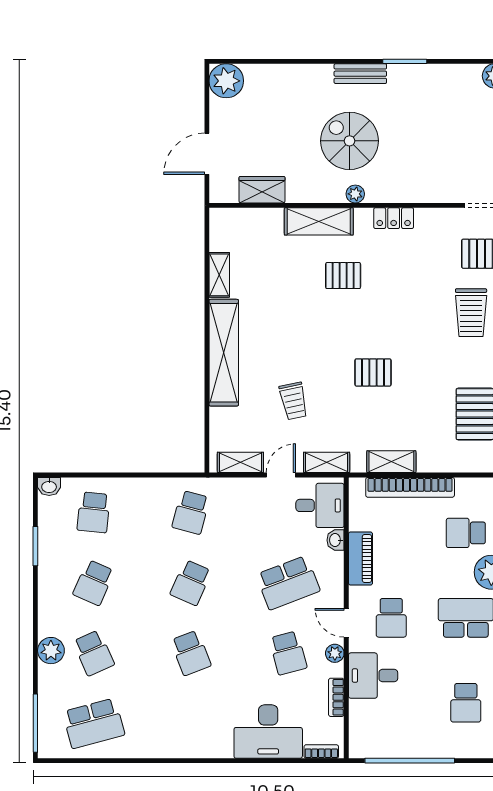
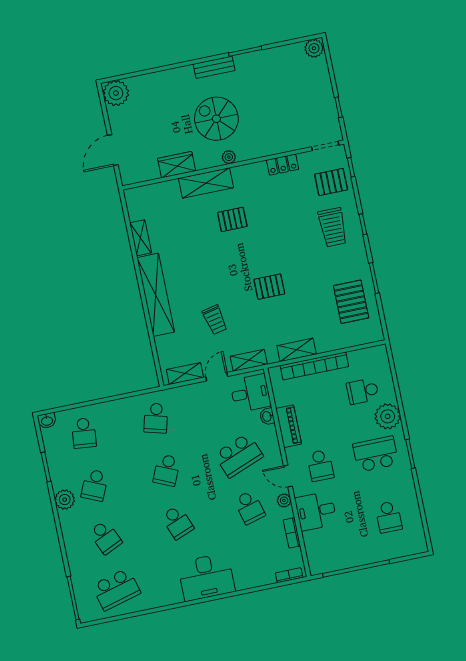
wardrobe: (262, 190) -> (177, 165), moved
locker: (394, 218) -> (283, 165), moved
plant: (51, 651) -> (65, 500), moved
desk: (268, 732) -> (206, 577), moved

